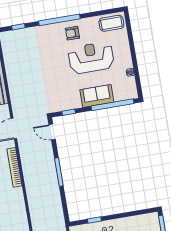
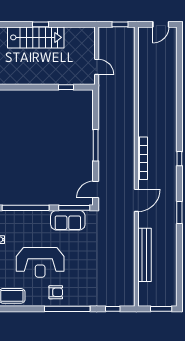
sofa: (97, 96) -> (68, 220), moved
window: (69, 112) -> (74, 208), width x2.17
door: (52, 132) -> (96, 190), swing flipped

